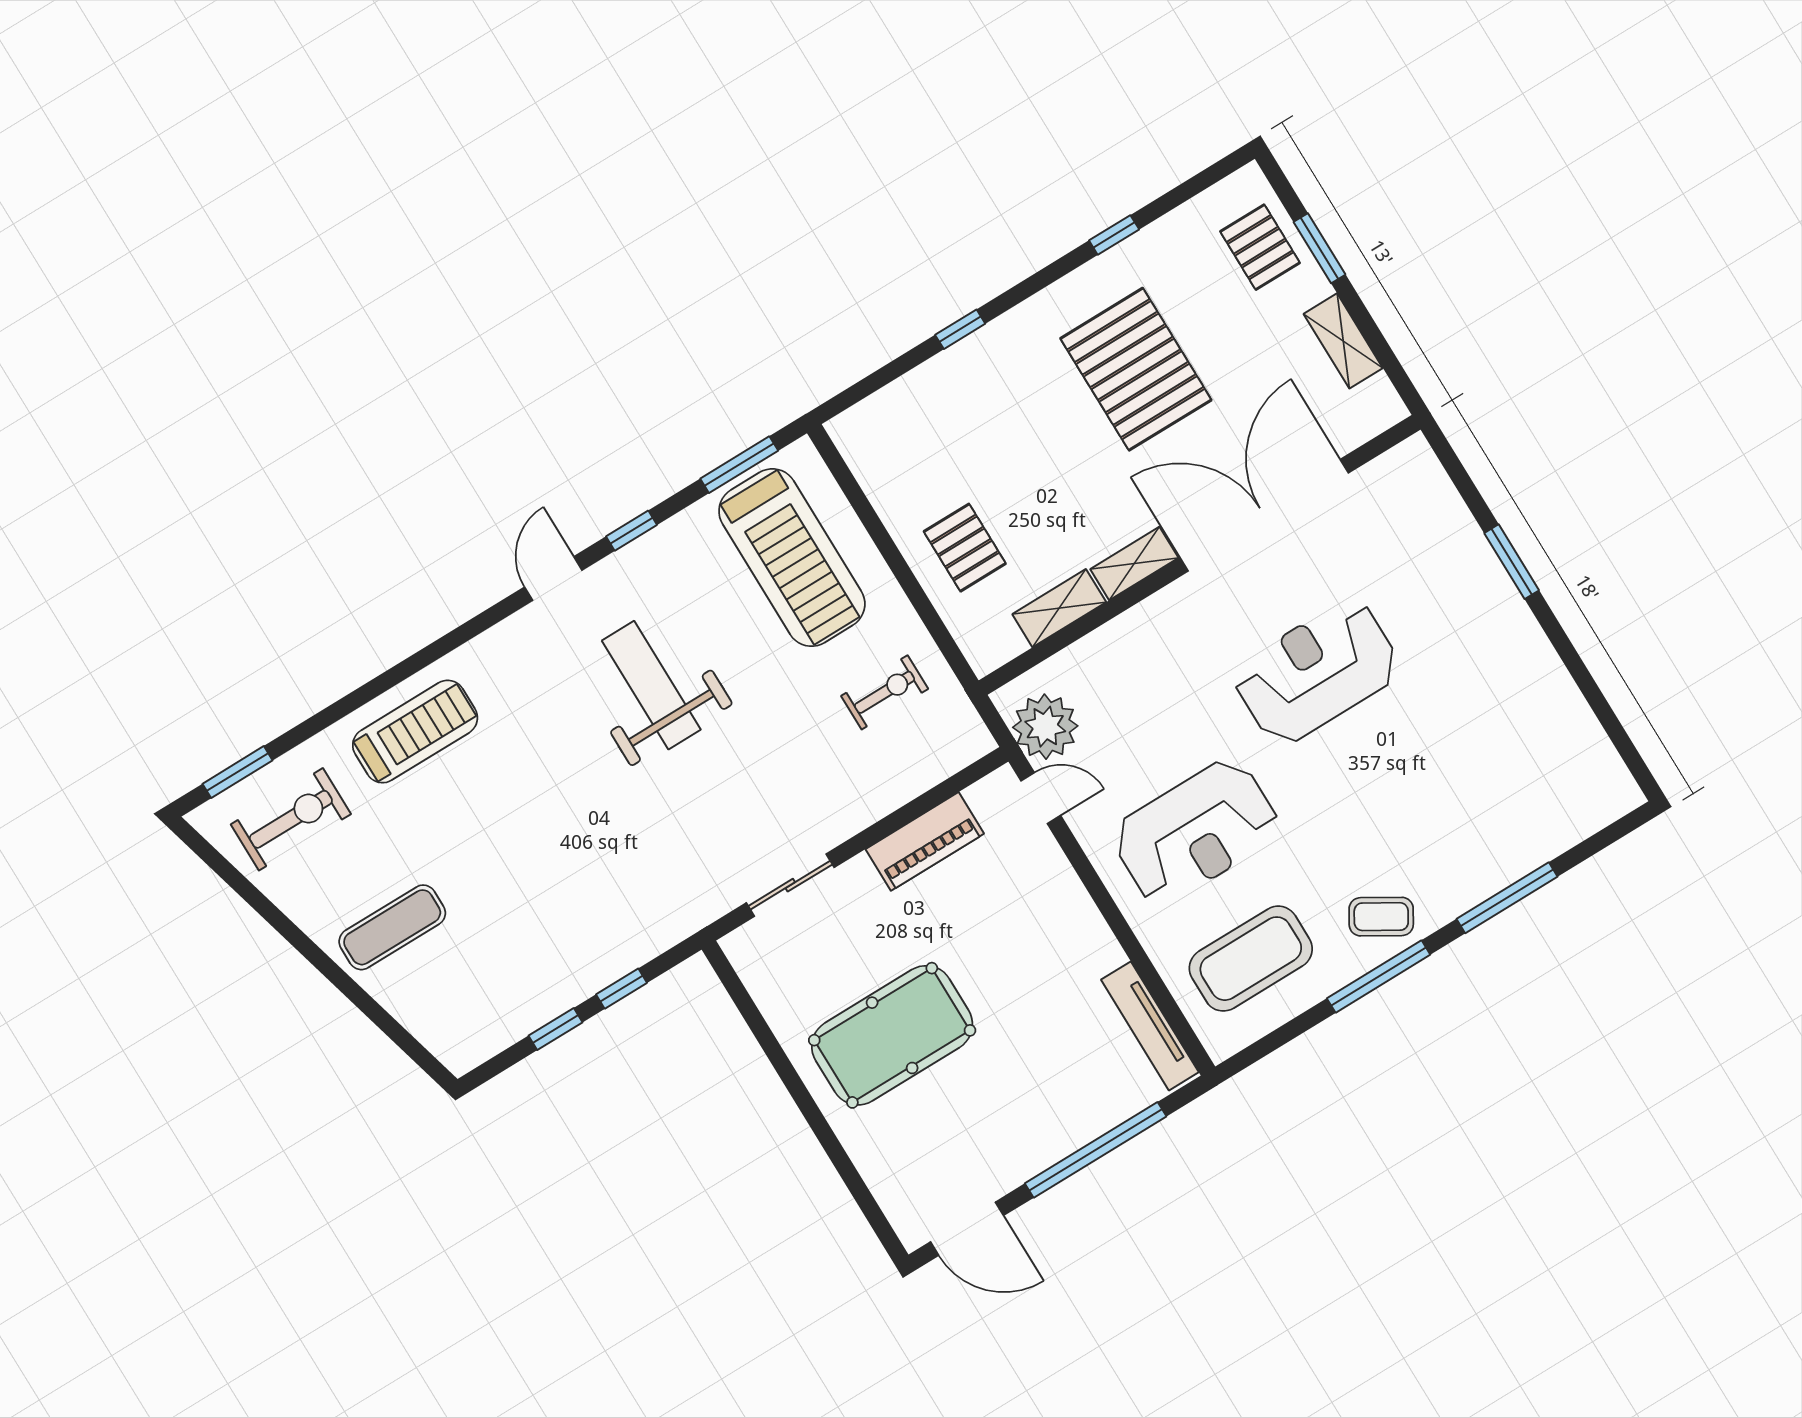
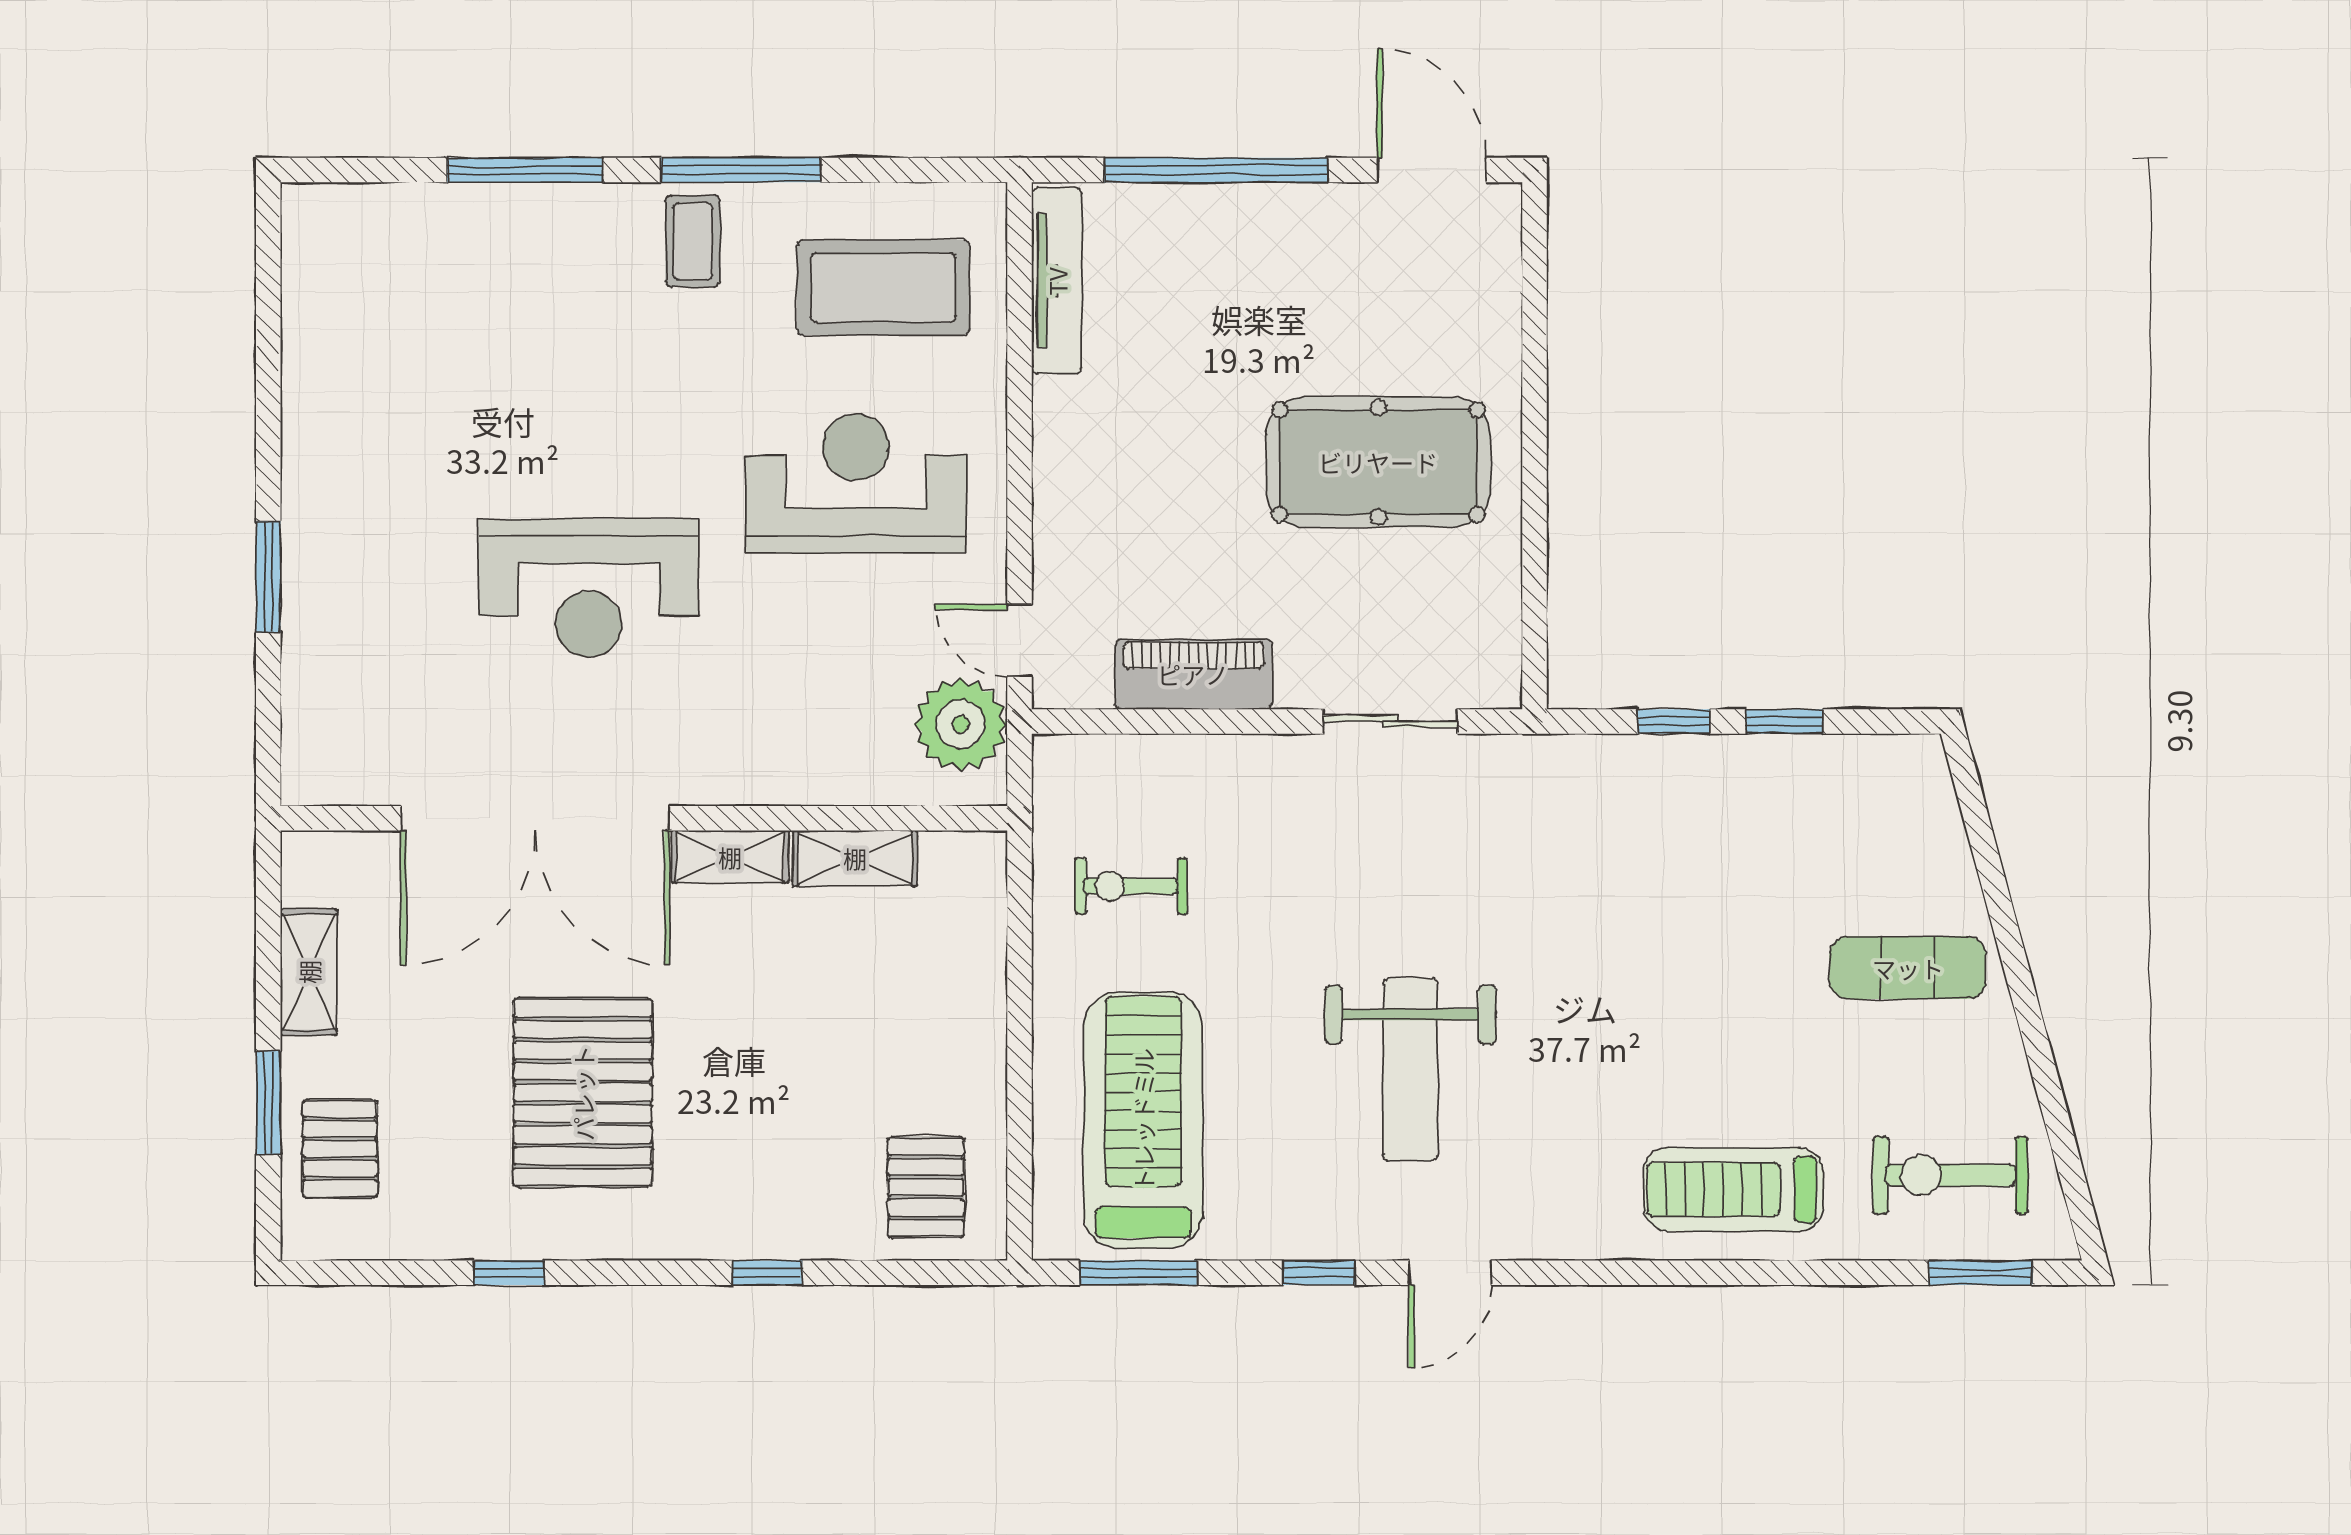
pallet: (965, 548) -> (926, 1187), moved
coffee table: (1381, 917) -> (693, 241), turned 59

